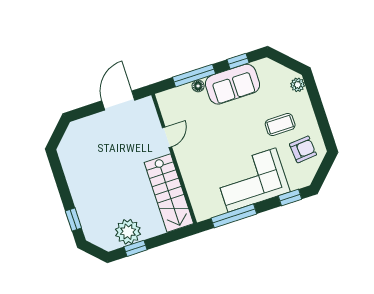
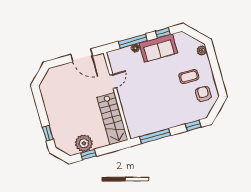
door: (118, 100) -> (82, 55), swing flipped
armchair: (303, 149) -> (203, 94), turned -85
corner sofa: (252, 180) -> (168, 113), removed

